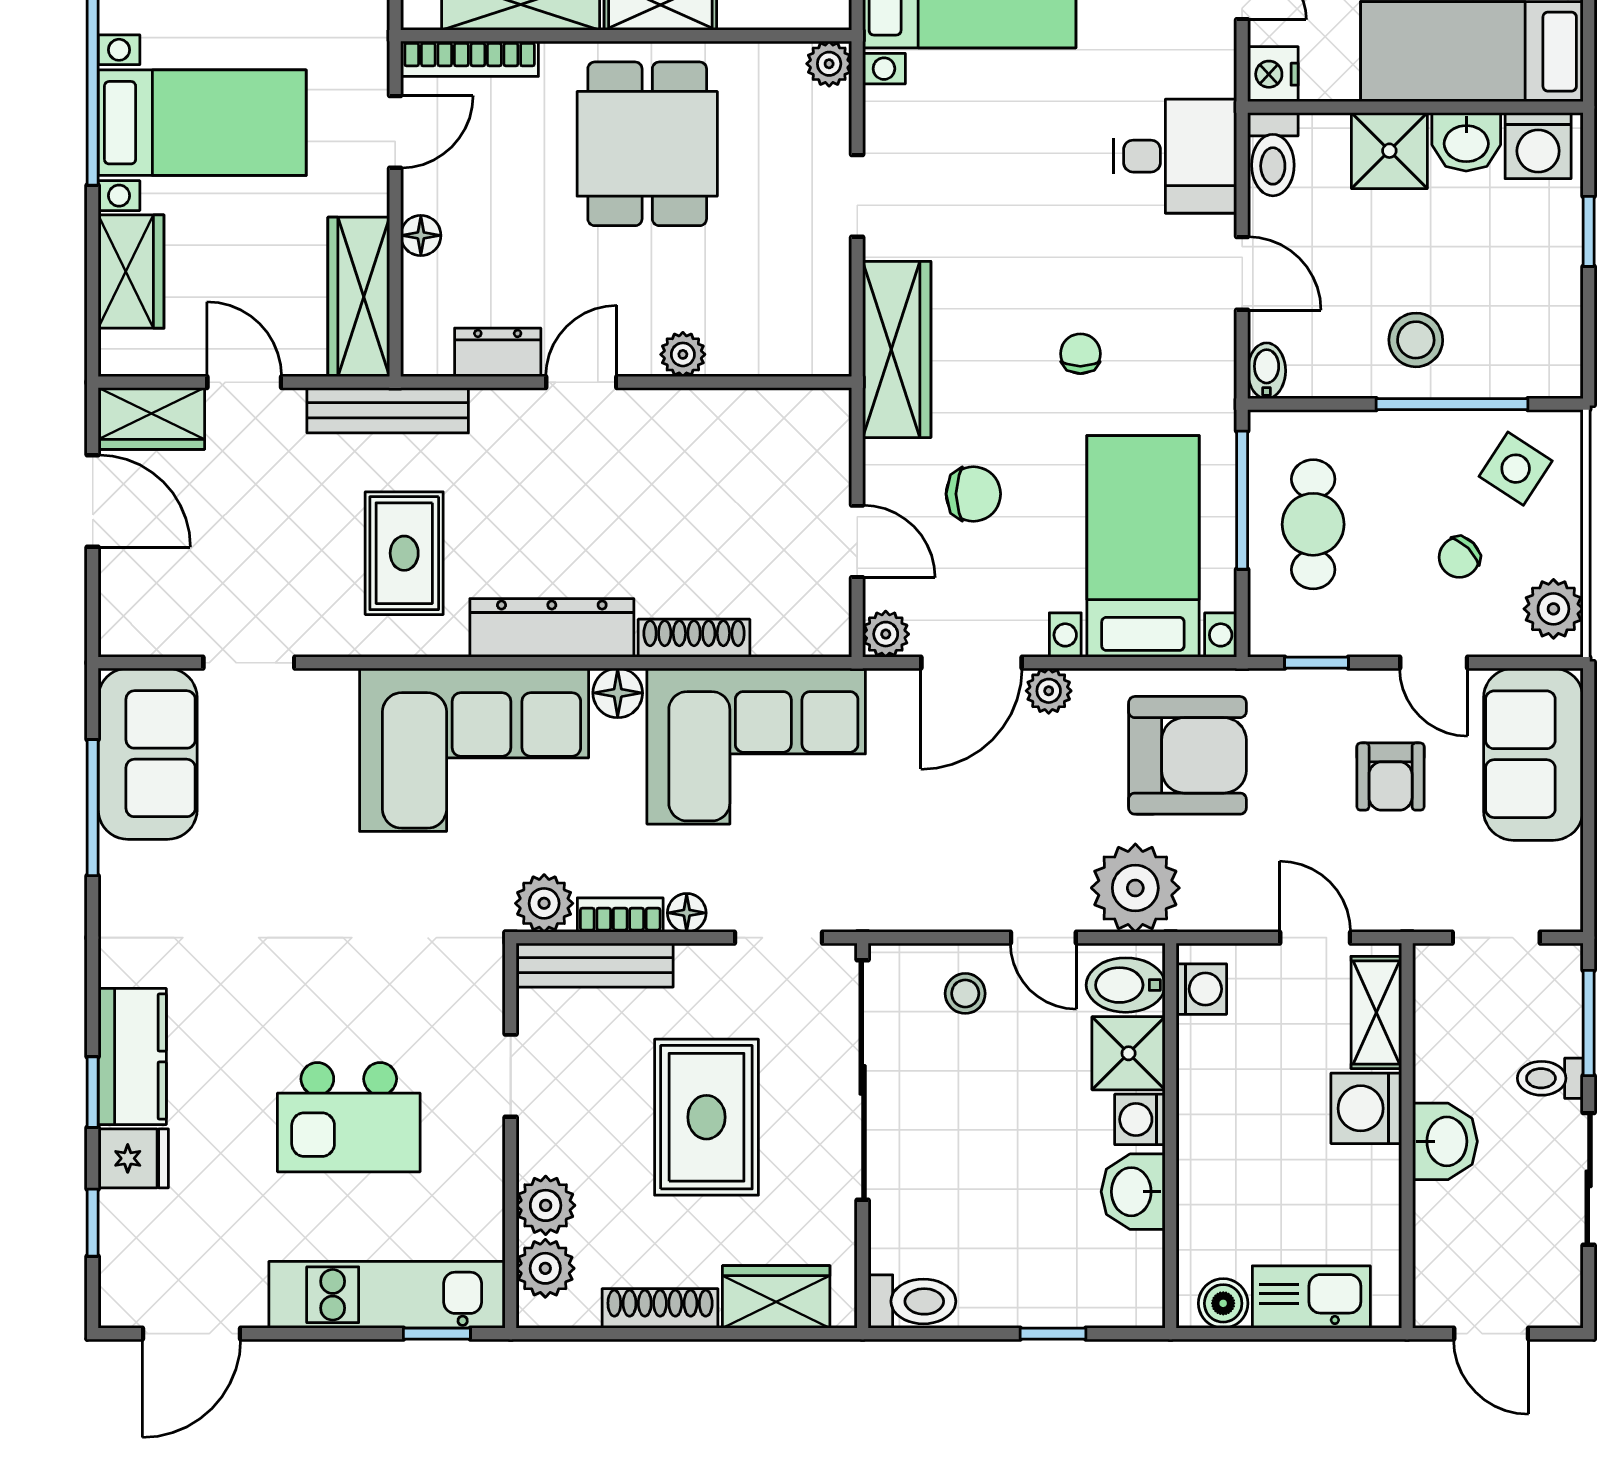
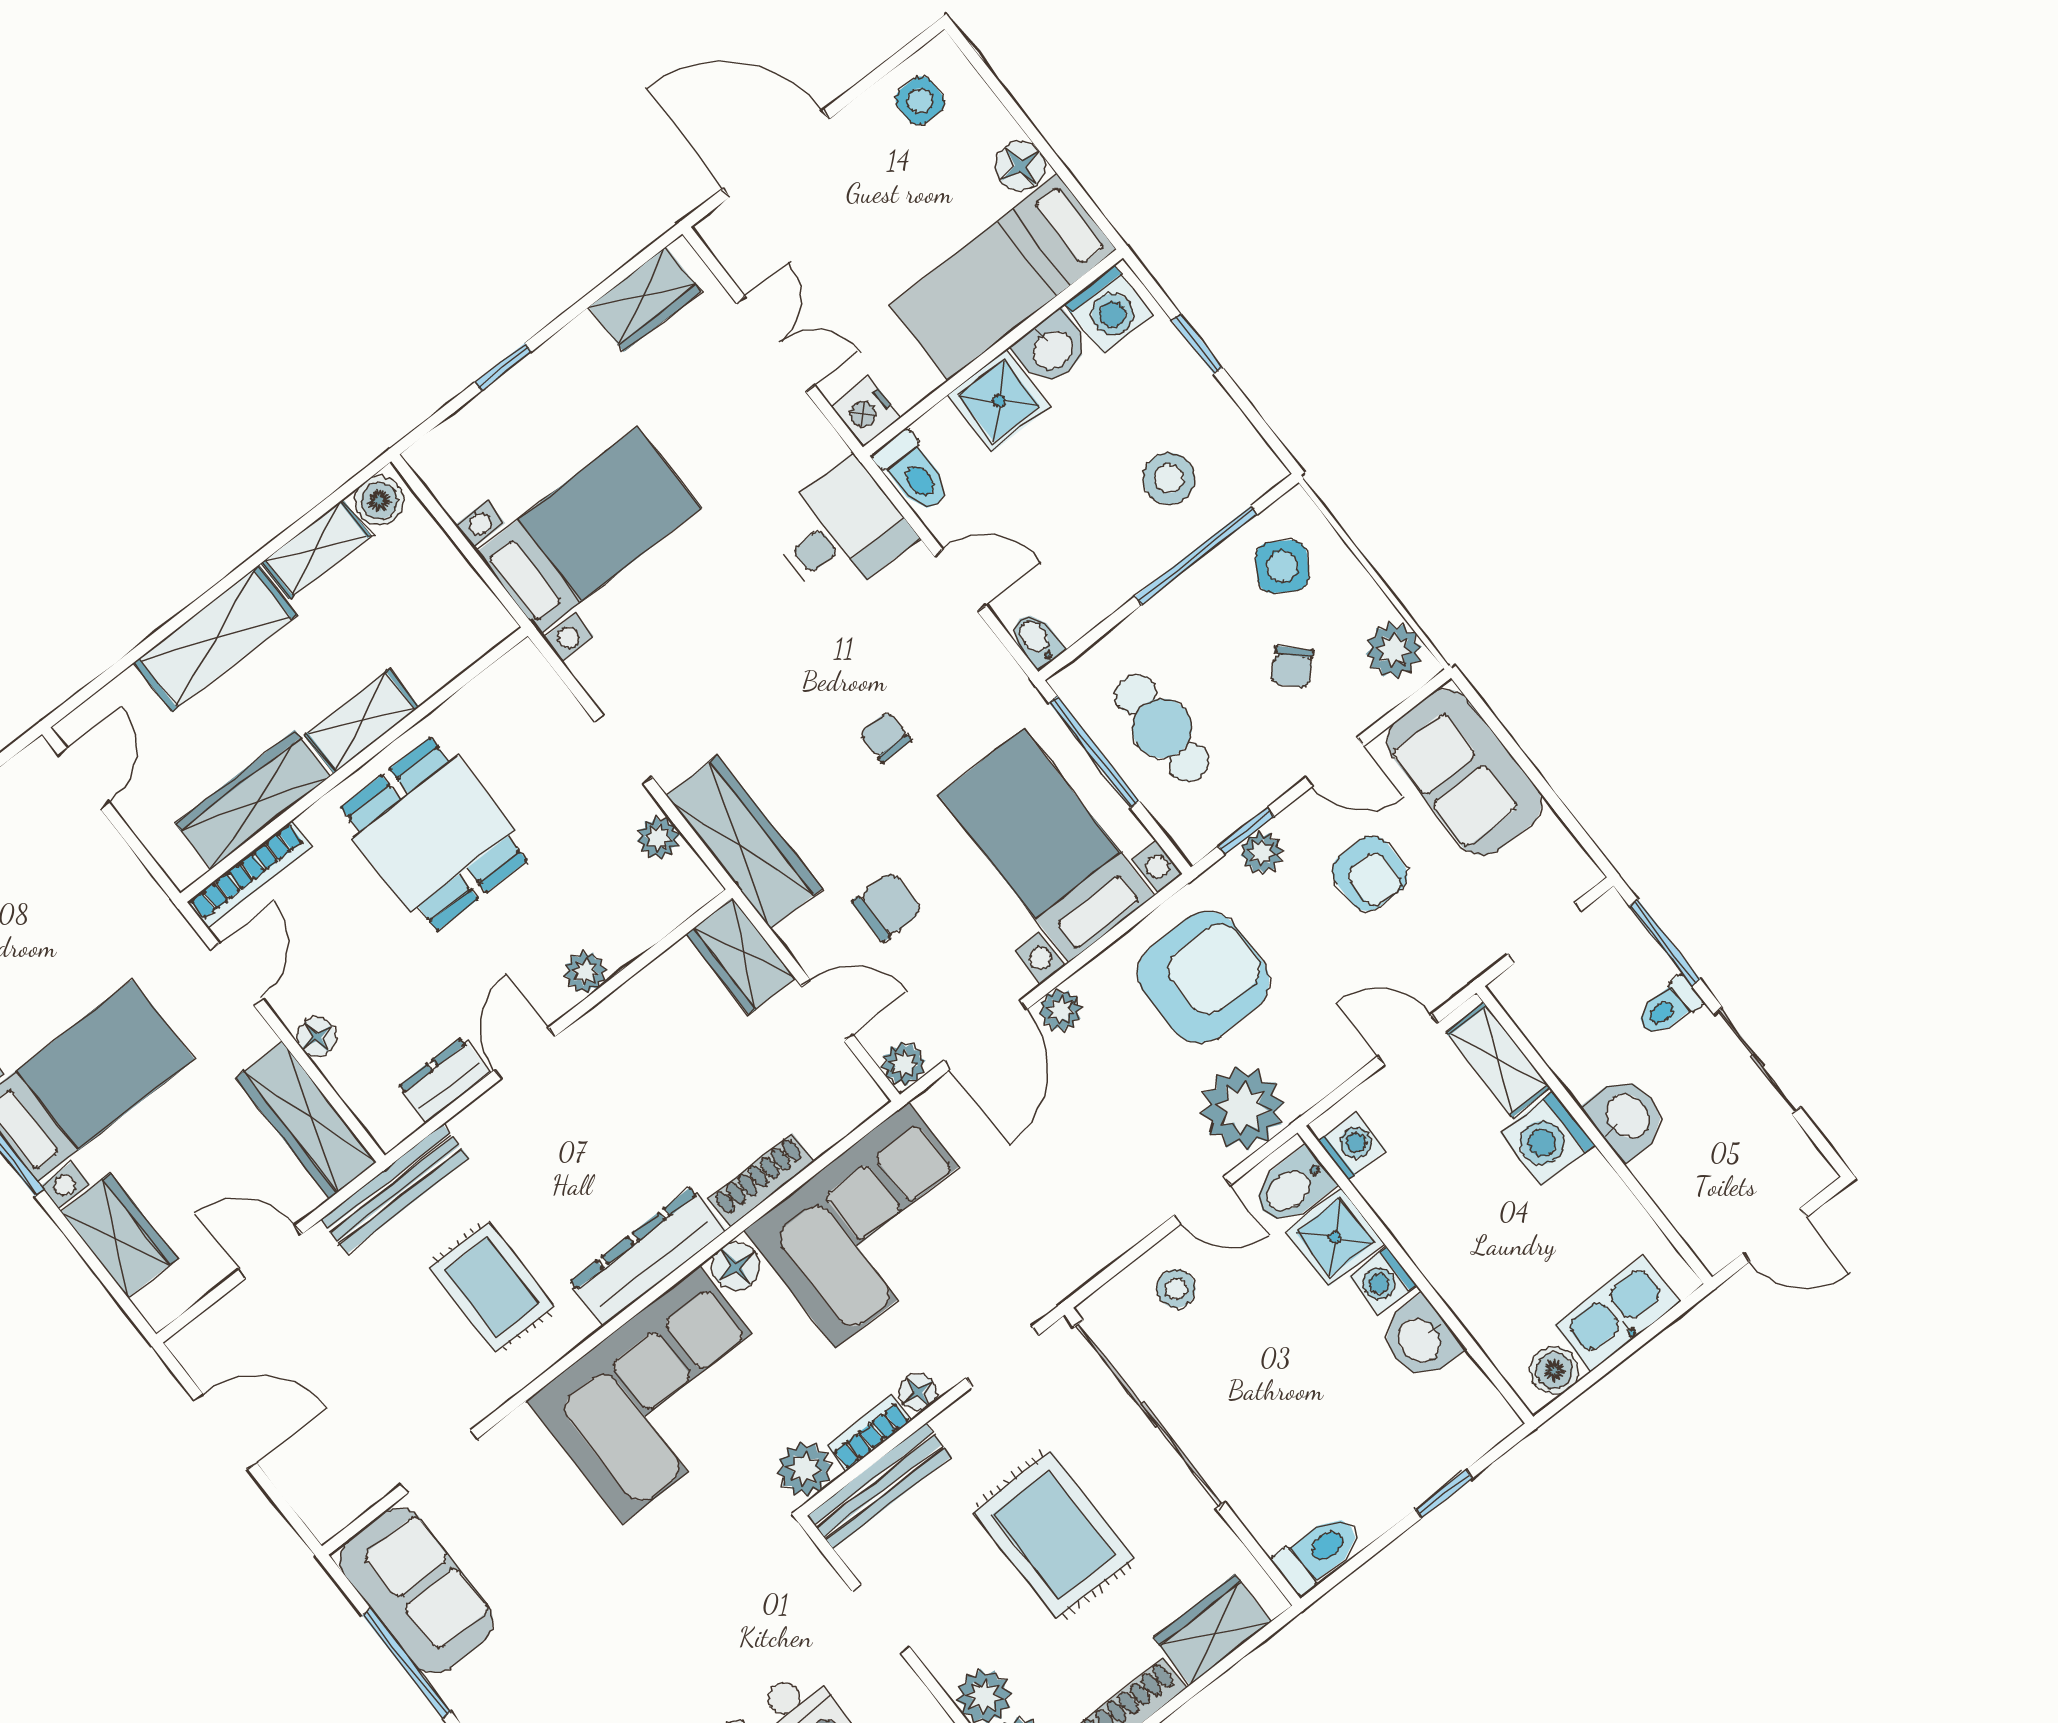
plant: (829, 64) -> (658, 838), moved
stool: (1416, 340) -> (1169, 478), moved
wardrobe: (151, 419) -> (740, 956), moved, turned 90
plant: (1315, 690) -> (1262, 853), added

